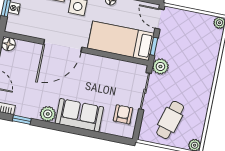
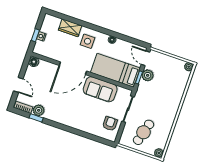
plant: (160, 66) -> (148, 75), moved
plant: (48, 114) -> (39, 110), moved
sofa: (79, 115) -> (100, 89), moved, turned 180

